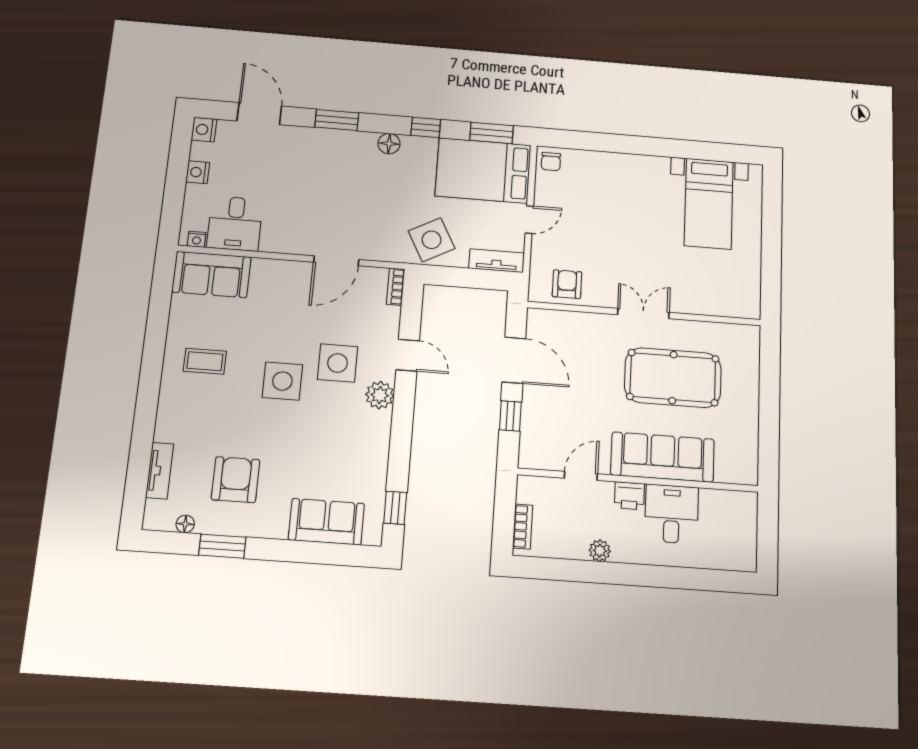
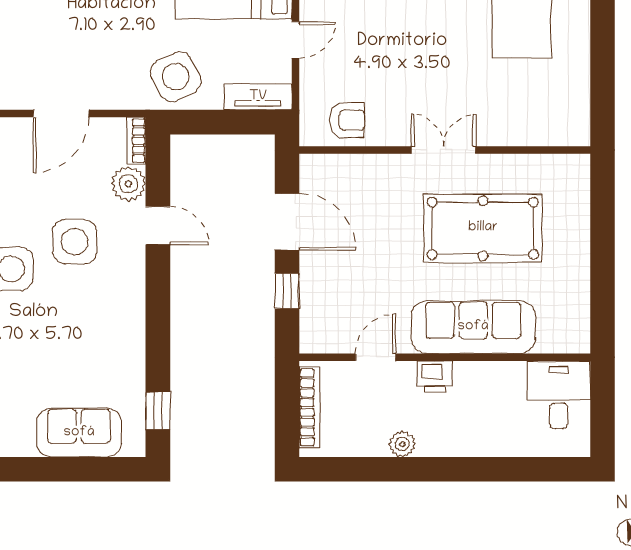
armchair: (567, 284) -> (347, 120), turned 90
plant: (380, 395) -> (128, 184), moved
desk: (672, 514) -> (559, 395), moved
bookcase: (523, 527) -> (310, 407), width x1.56

